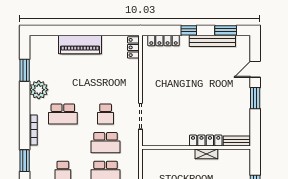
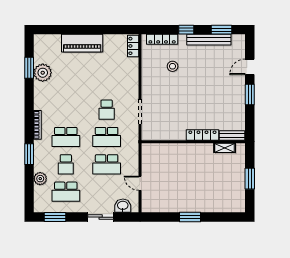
stool: (174, 69) -> (173, 66), added
plant: (39, 90) -> (43, 73), moved
school desk: (63, 114) -> (66, 137), moved
shelving: (206, 154) -> (225, 148), moved

